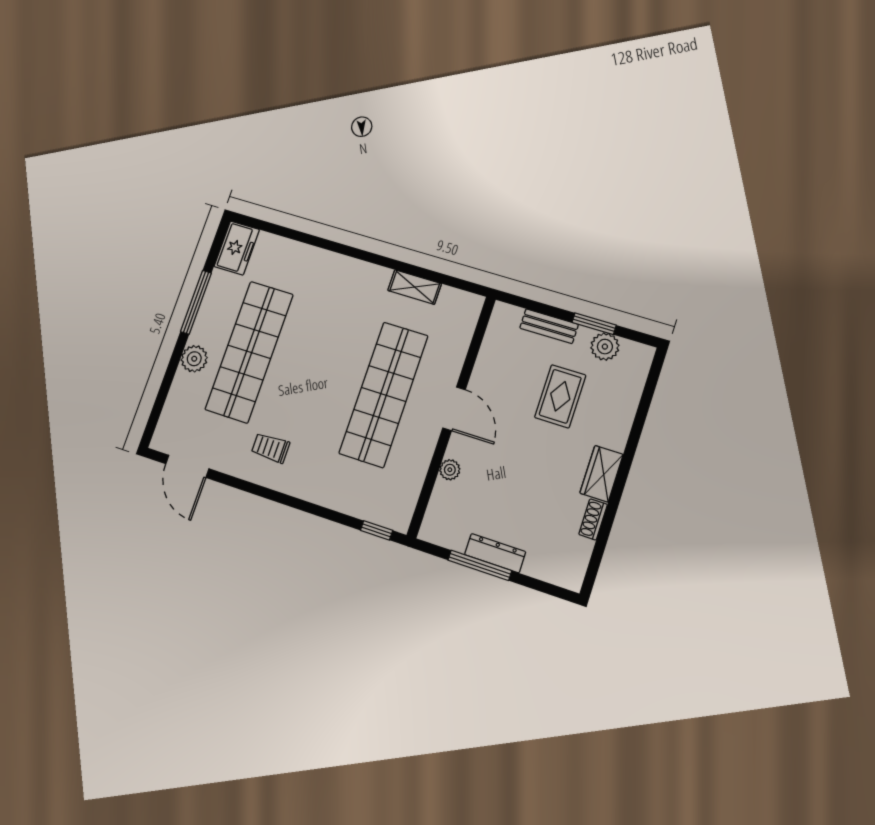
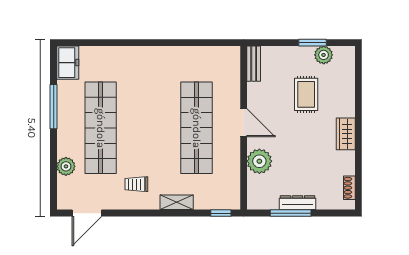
shelving: (415, 287) -> (177, 202), moved
bench: (549, 326) -> (254, 64), moved, turned 90
plant: (194, 359) -> (66, 166), moved
door: (187, 466) -> (87, 213), hinge flipped
plant: (450, 470) -> (259, 161), width x1.88, depth x1.88
shoe rack: (593, 519) -> (349, 188), moved

